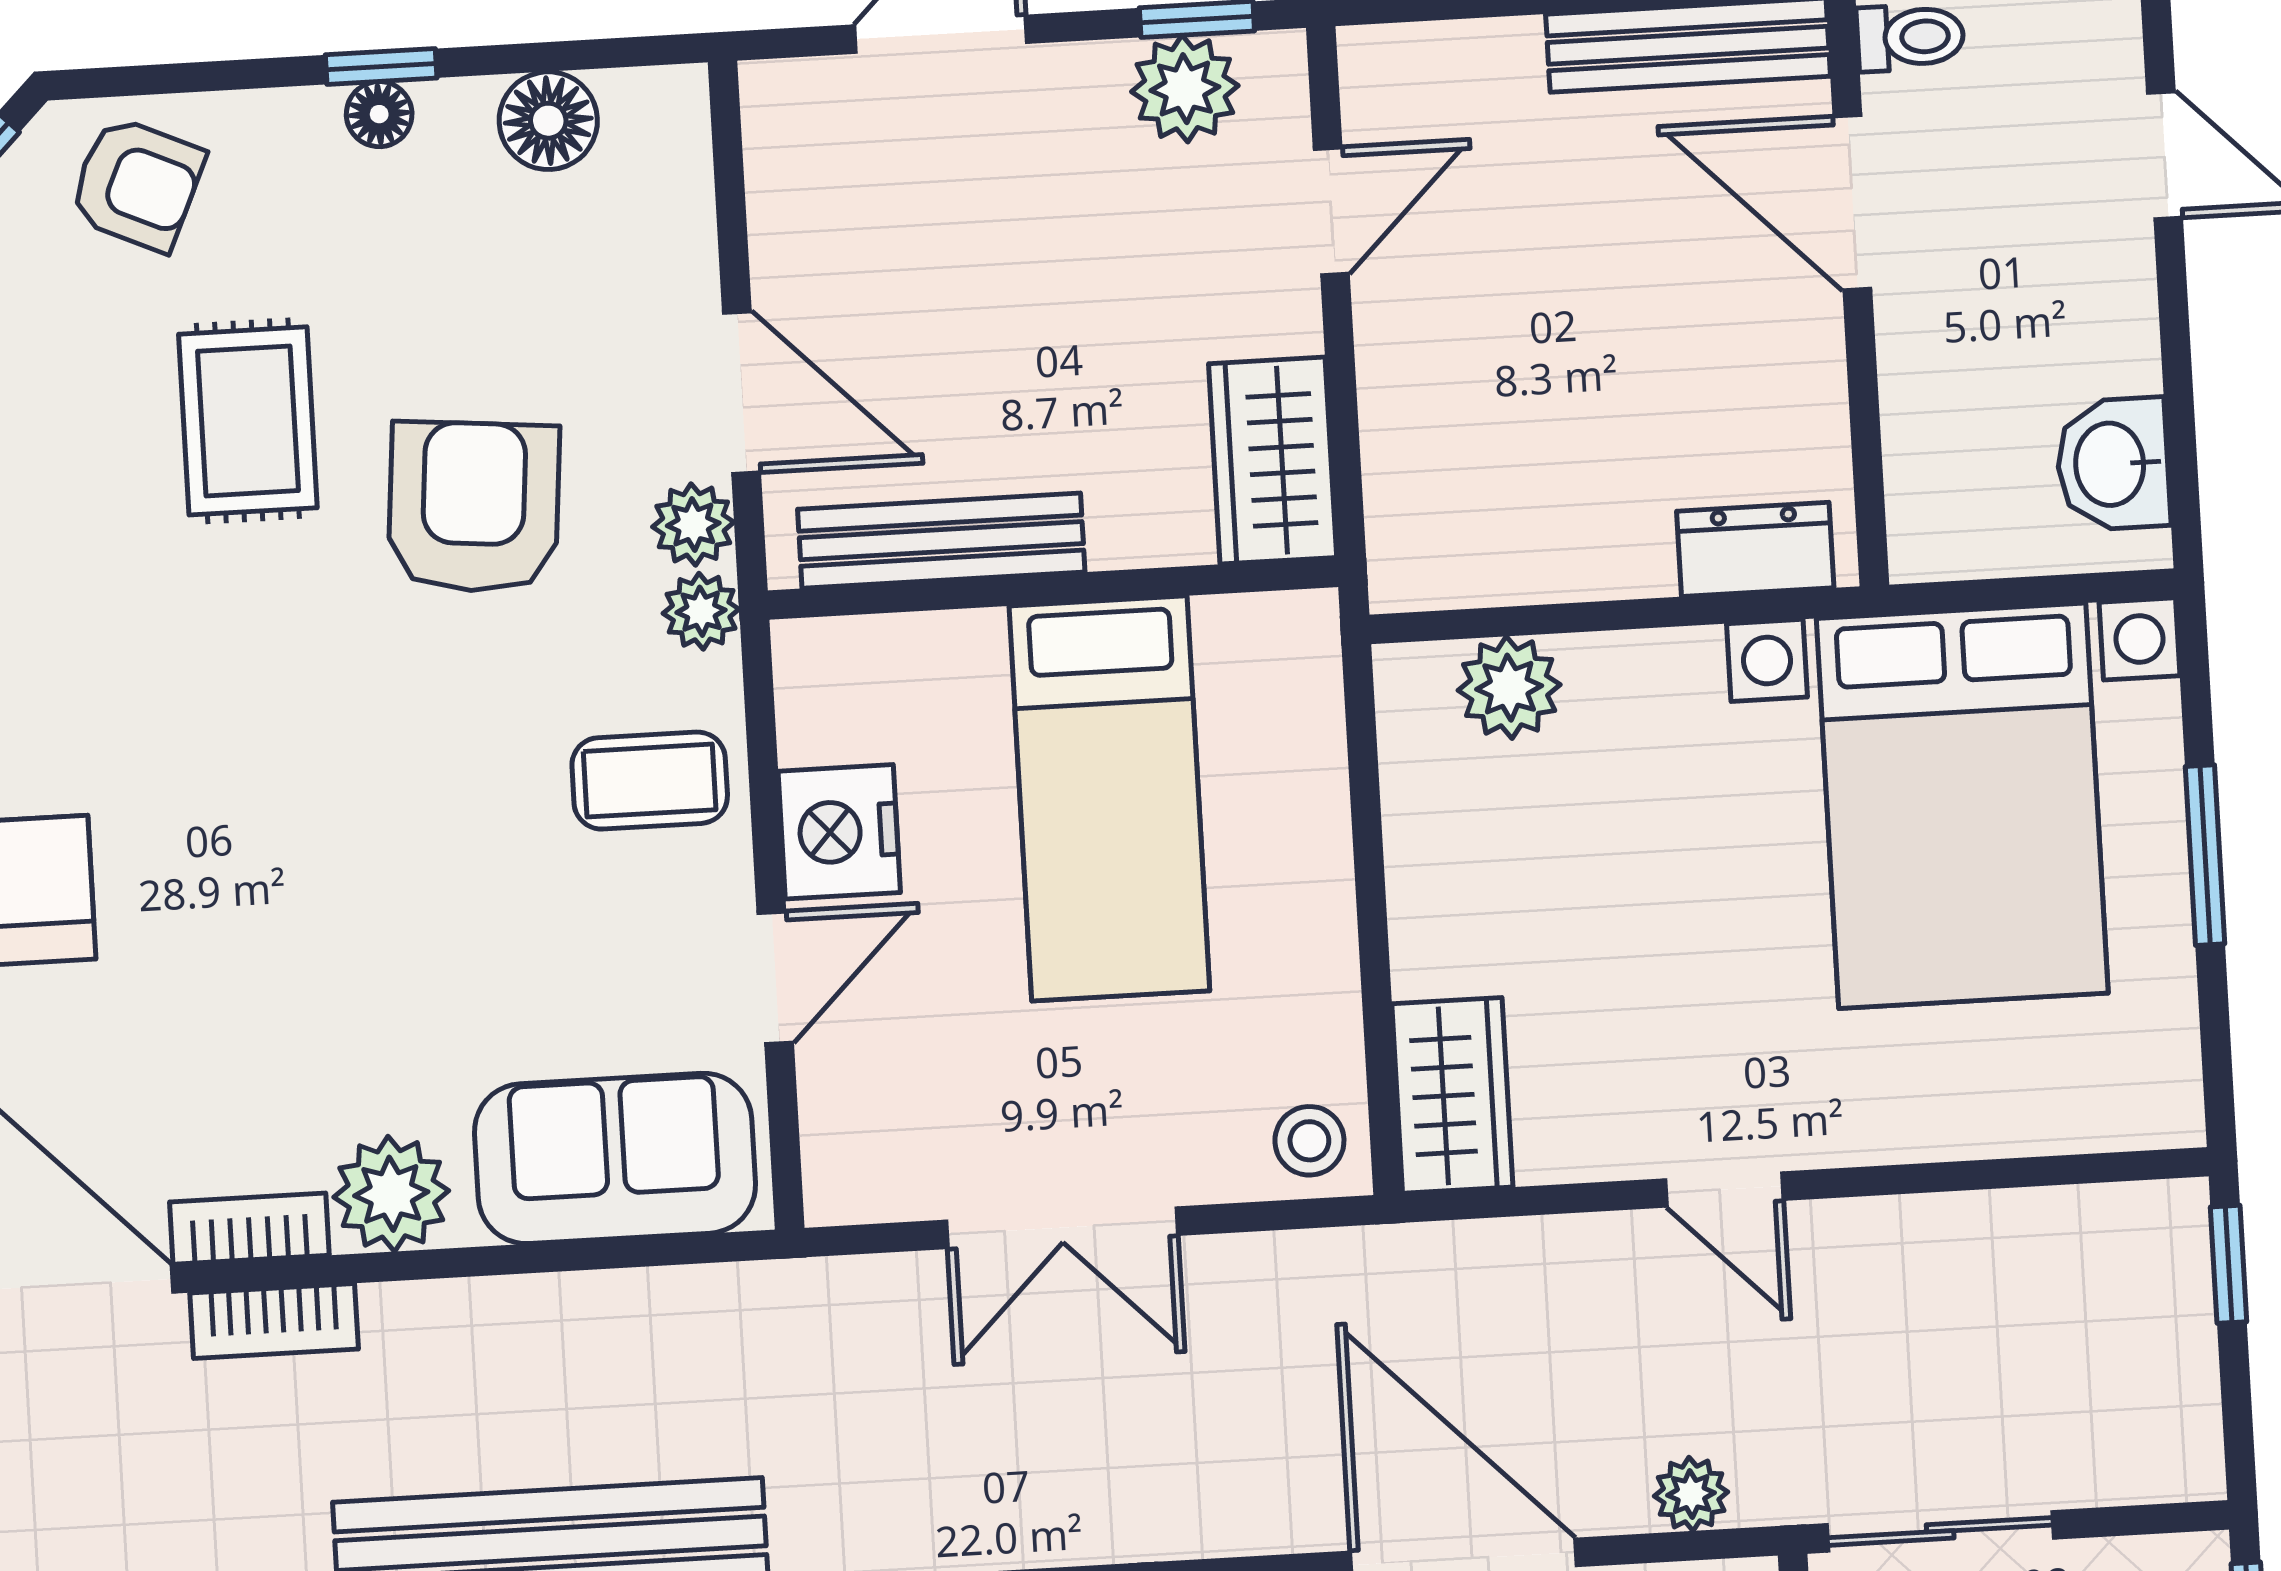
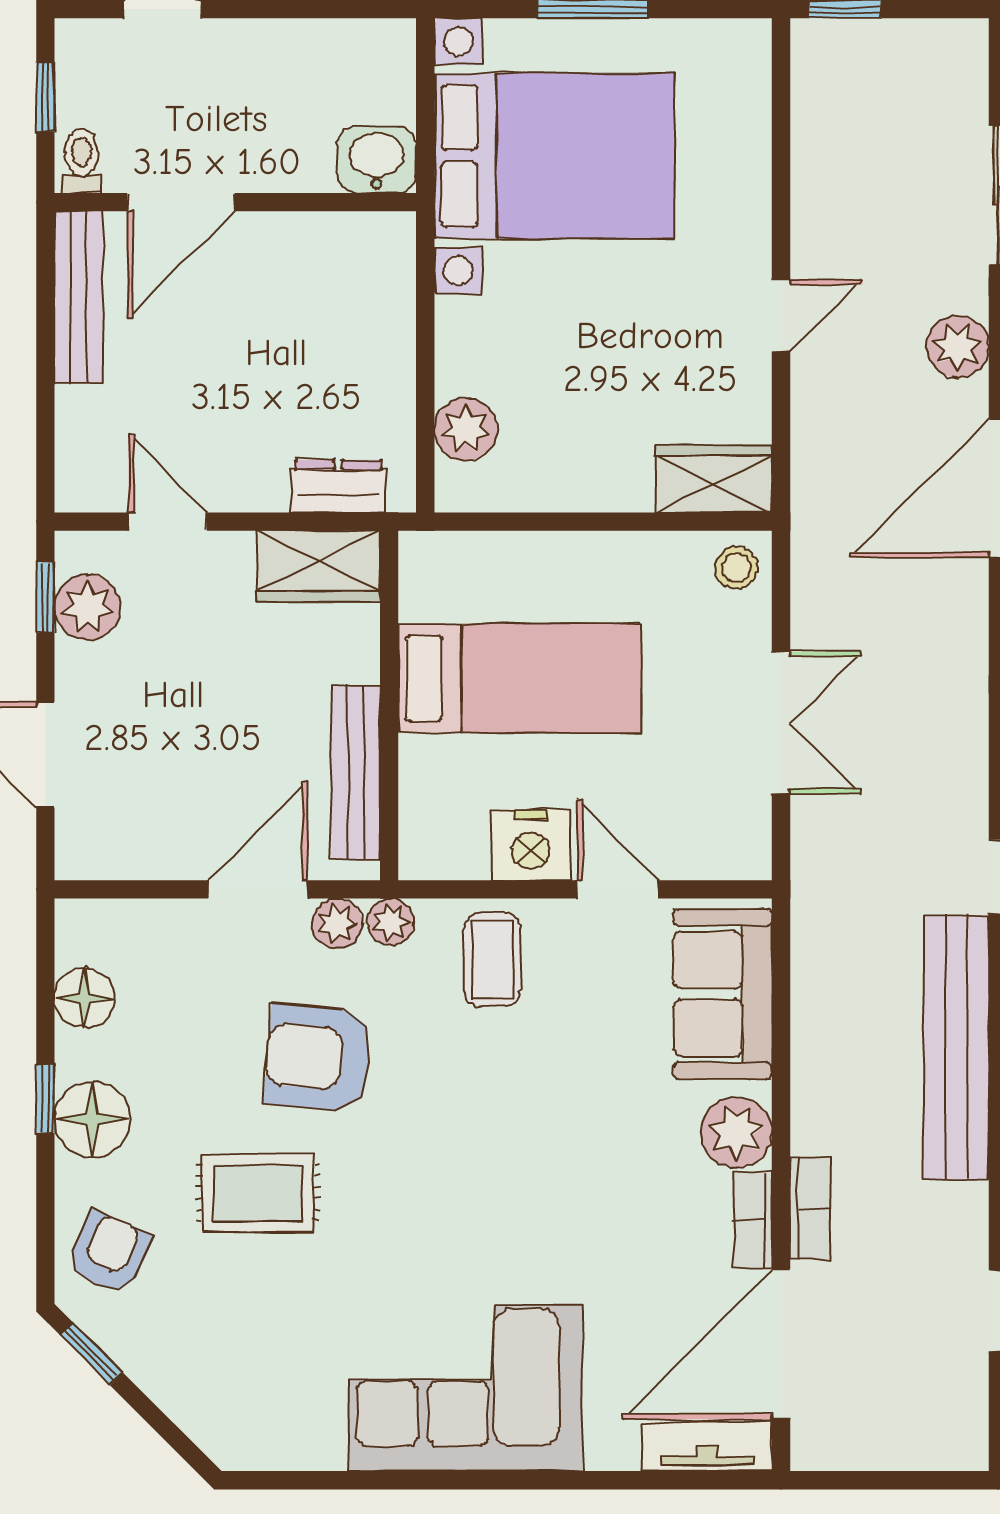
floor lamp: (379, 114) -> (92, 1119), width x1.89, depth x1.89
washbasin: (2113, 464) -> (377, 160), moved, turned 180
dresser: (1755, 549) -> (338, 486), moved, turned 90
plant: (1691, 1494) -> (958, 347), width x1.38, depth x1.38

